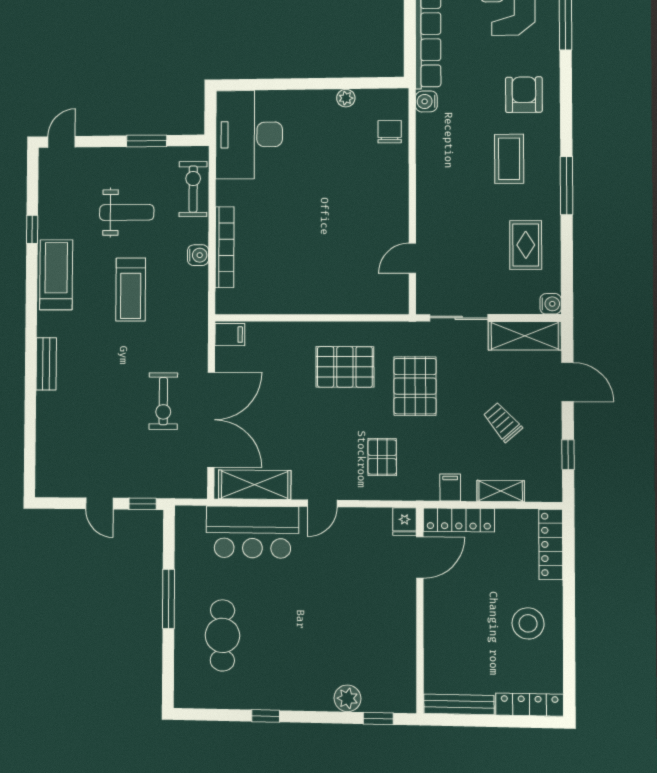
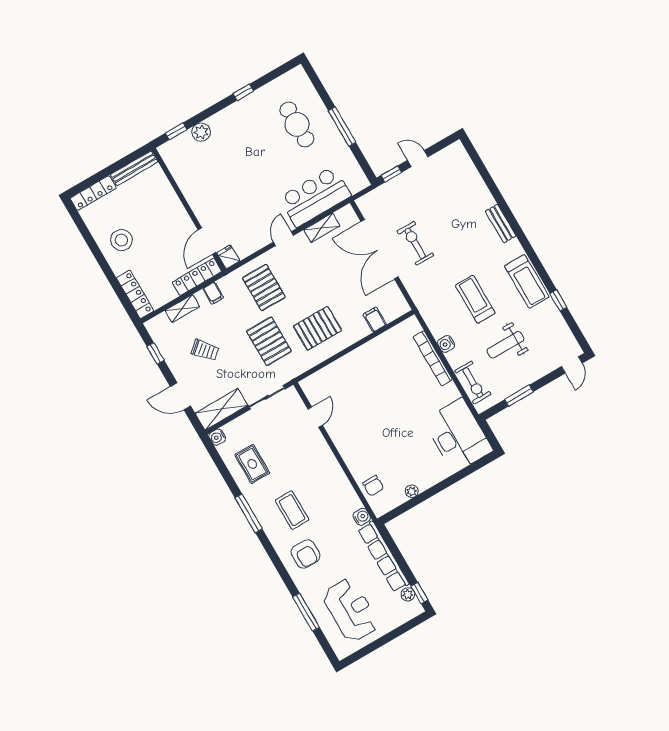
filing cabinet: (230, 335) -> (375, 319), moved, turned 90
pallet: (382, 457) -> (264, 287), width x1.50, depth x1.42
shelving: (255, 485) -> (322, 228), width x0.67, depth x0.75

